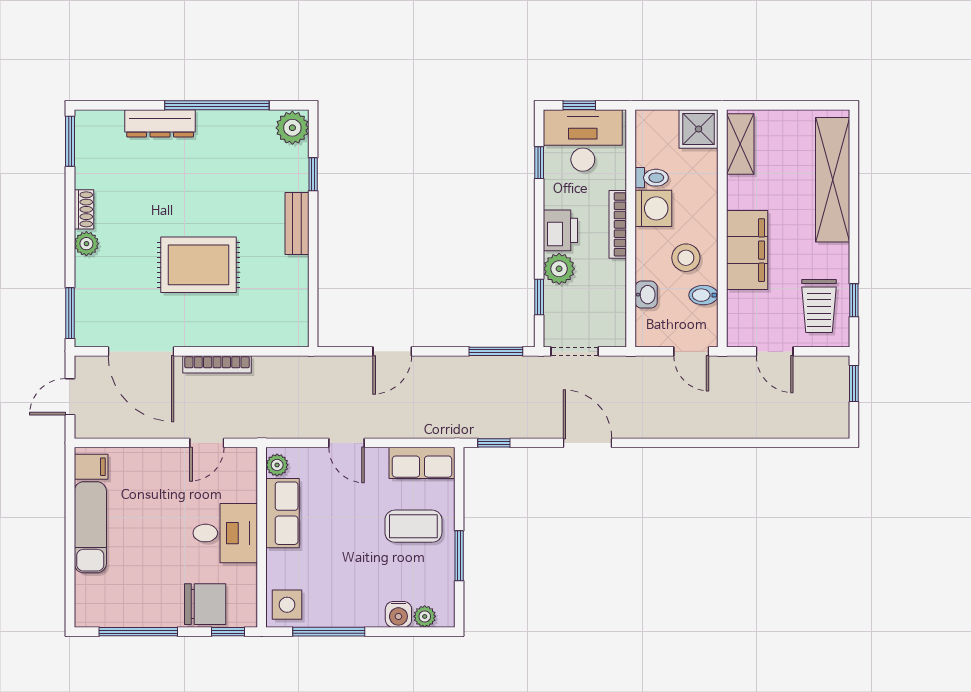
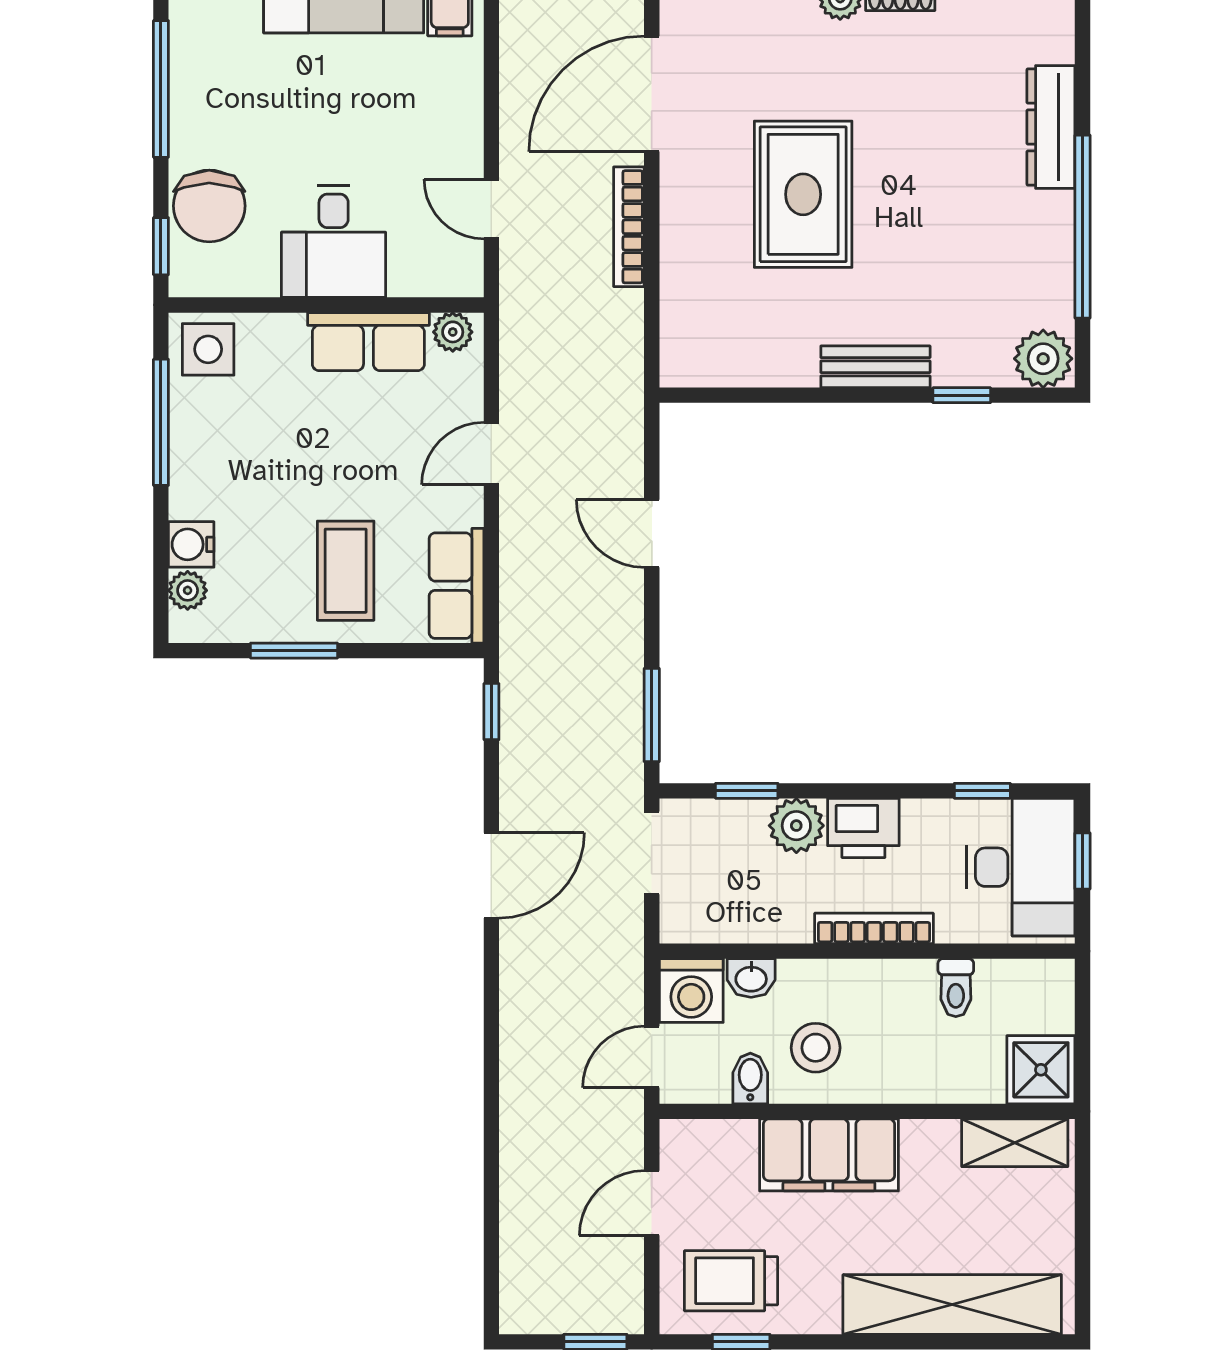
washing machine: (653, 208) -> (691, 991), moved

